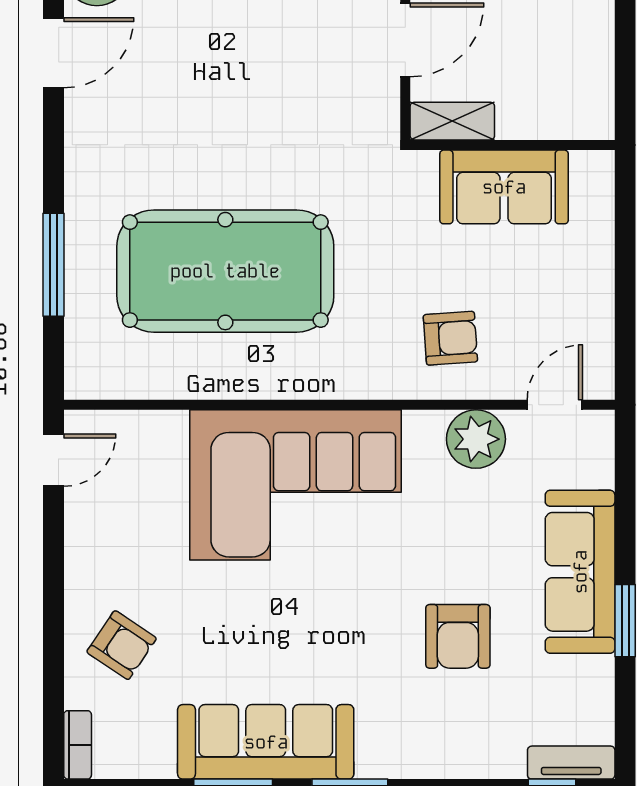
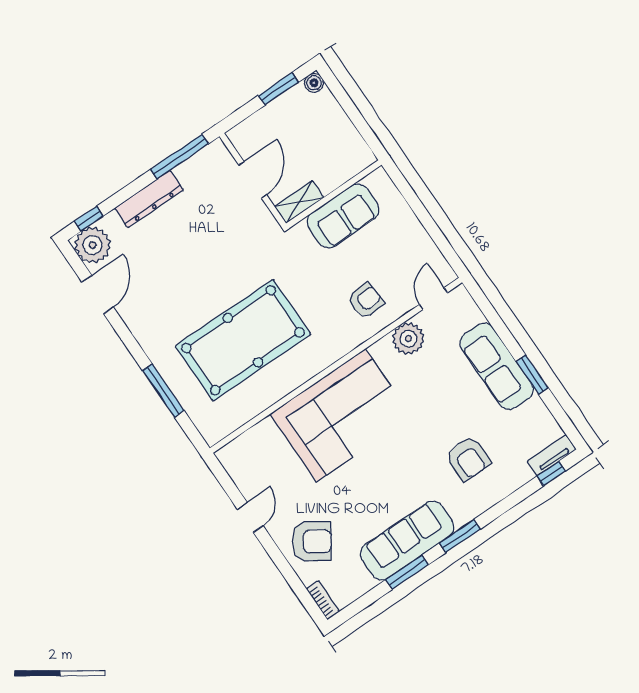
door: (53, 460) -> (250, 517), moved
armchair: (458, 636) -> (468, 458), moved
armchair: (122, 645) -> (312, 541), width x1.38, depth x1.38

